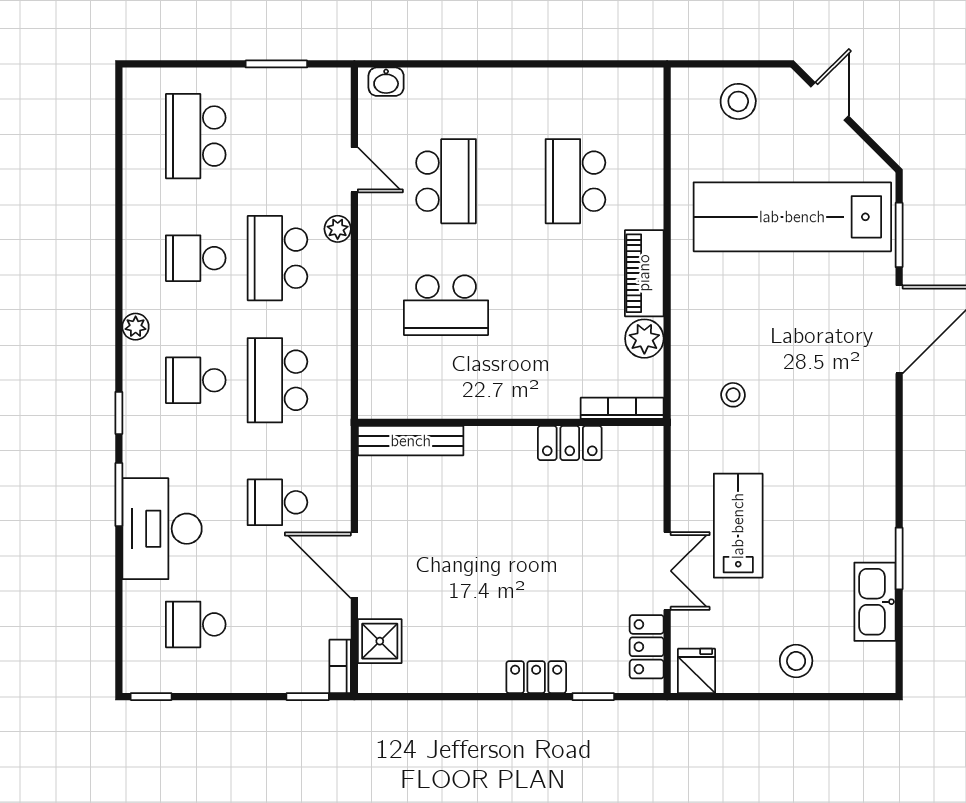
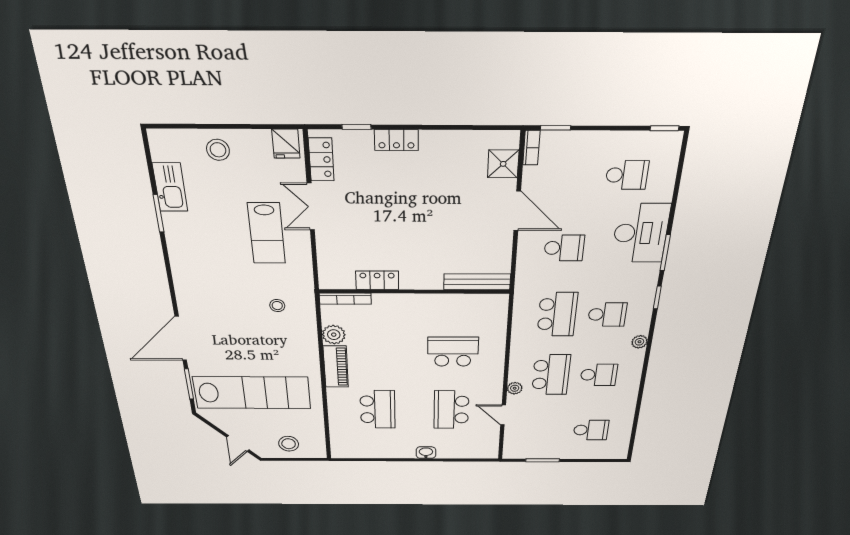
washbasin: (386, 82) -> (426, 453), moved
school desk: (196, 136) -> (591, 430), width x0.54

